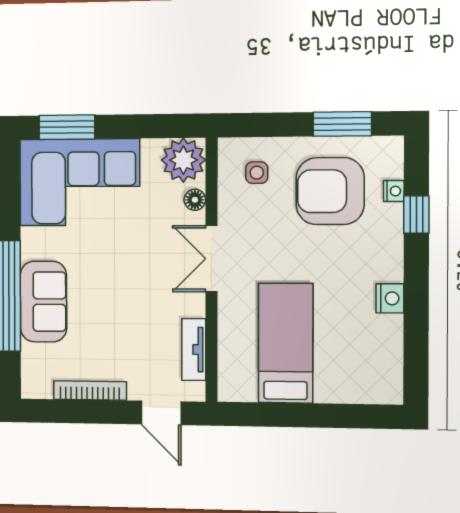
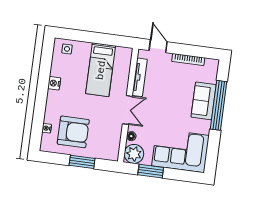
window: (342, 124) -> (82, 162), moved
window: (67, 127) -> (151, 171), moved
side table: (257, 173) -> (67, 49), moved
window: (416, 215) -> (39, 117), removed
tv unit: (194, 350) -> (140, 77), width x1.41

